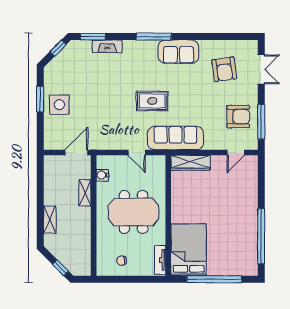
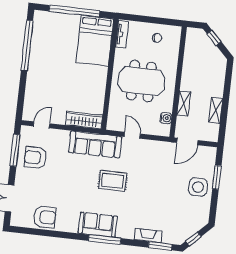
sofa: (178, 52) -> (98, 225), moved
armchair: (224, 69) -> (45, 217), moved, turned 98
window: (40, 99) -> (217, 177), moved
shelving: (50, 219) -> (216, 110), moved

